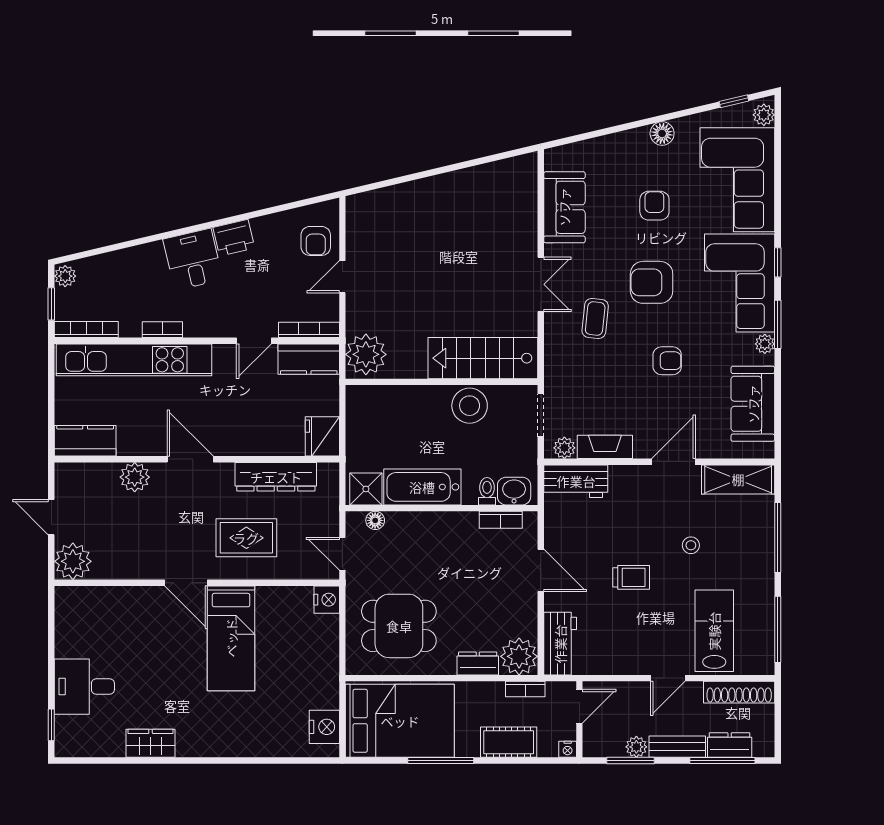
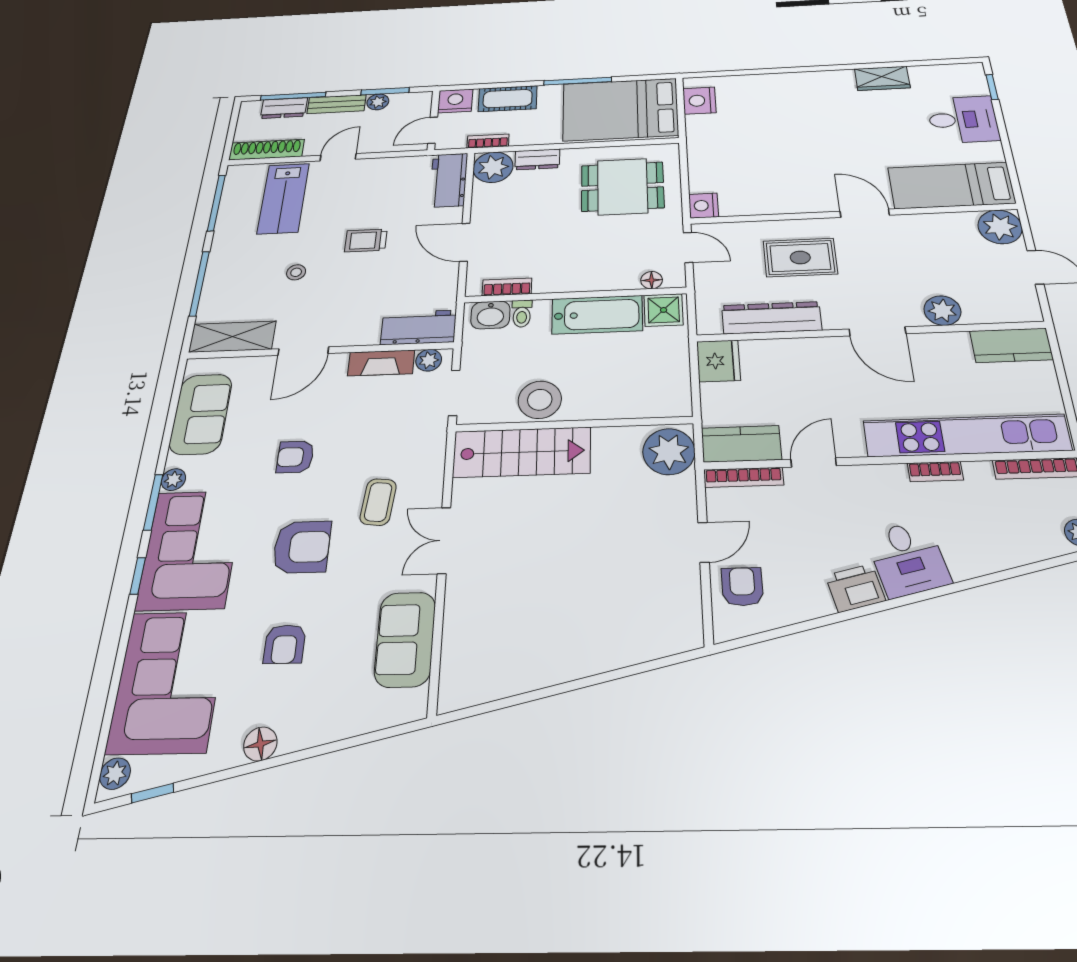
bed: (231, 638) -> (951, 185), moved, turned -90
nightstand: (568, 749) -> (455, 101), width x1.89, depth x1.79

